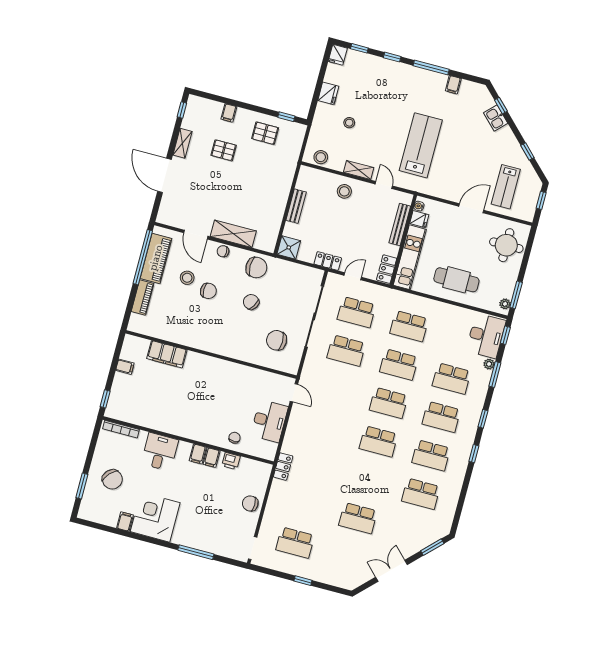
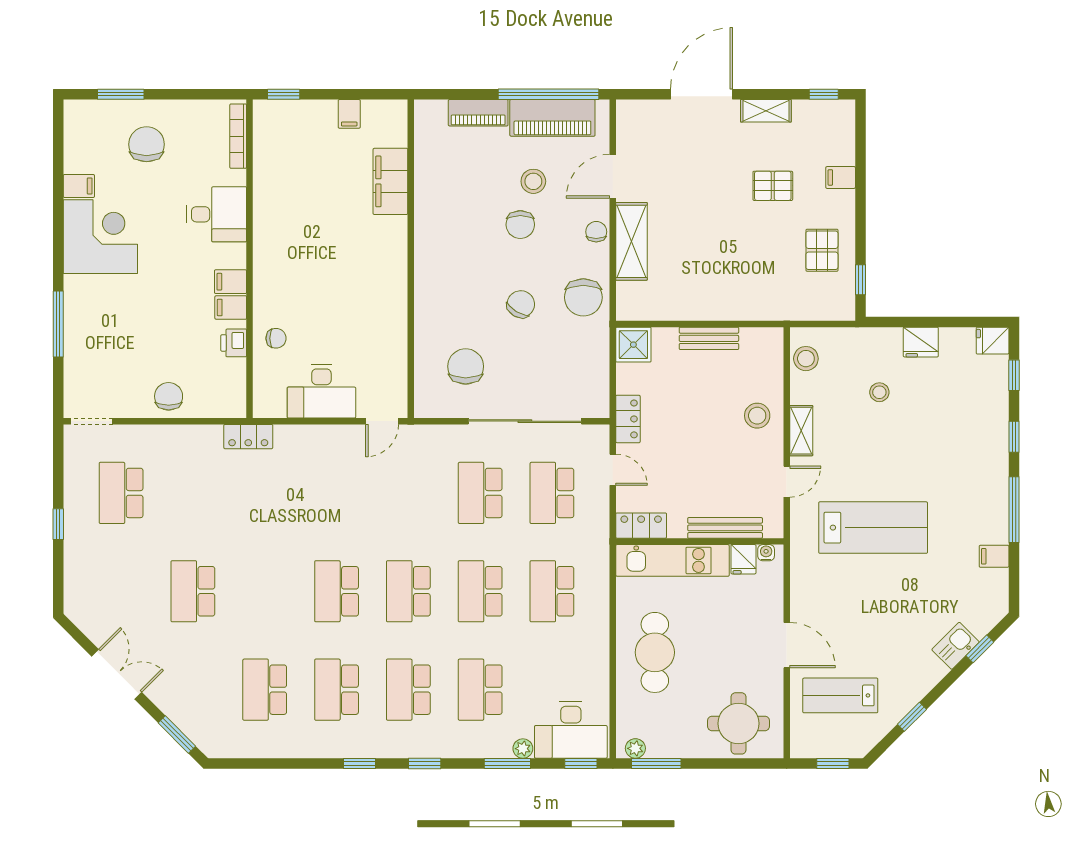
pallet: (224, 150) -> (773, 186), turned 90
chair: (112, 479) -> (147, 144), turned 137

